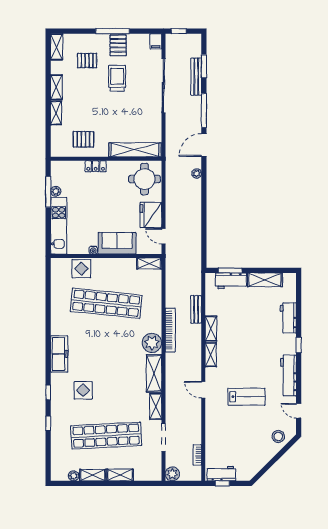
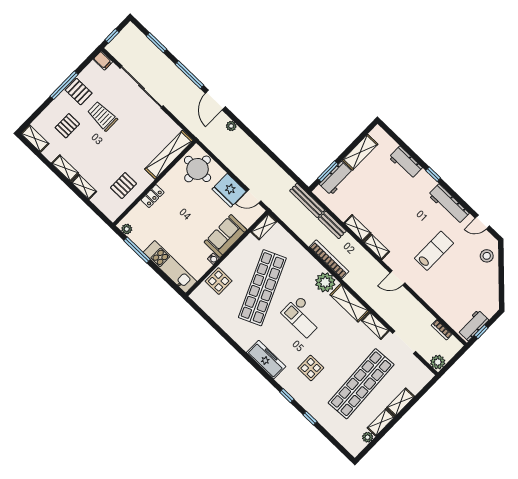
bench: (196, 77) -> (307, 200), moved
plant: (56, 191) -> (127, 229), moved
shop shelf: (106, 303) -> (262, 288), turned -30
checkout: (113, 350) -> (303, 316), added

